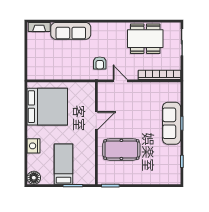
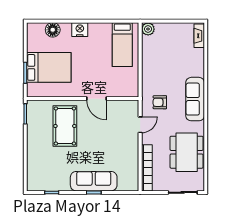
sofa: (71, 31) -> (195, 99), moved
plant: (33, 74) -> (148, 29), added
bed: (47, 107) -> (122, 45), width x0.49
nightstand: (34, 146) -> (80, 30), moved
bed: (64, 164) -> (49, 67), width x1.50
floor lamp: (34, 178) -> (53, 30), moved

